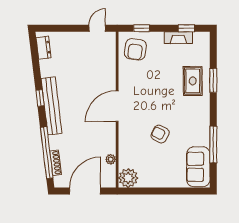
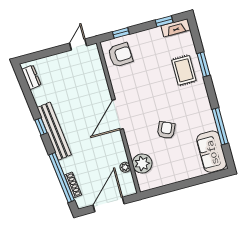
fireplace: (178, 38) -> (176, 28), moved
armchair: (135, 49) -> (120, 55), turned -101
armchair: (160, 134) -> (166, 130), turned 87
plant: (128, 178) -> (142, 164), moved

